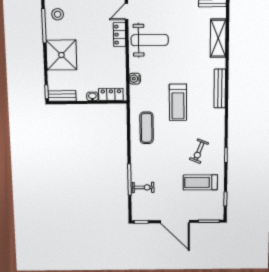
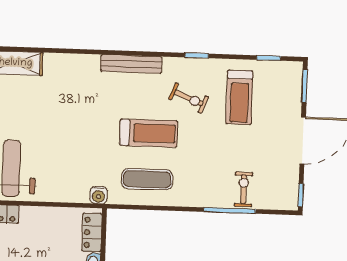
water cooler: (135, 79) -> (98, 195), moved
bench: (220, 88) -> (131, 64), moved
treadmill: (178, 102) -> (149, 133), moved

